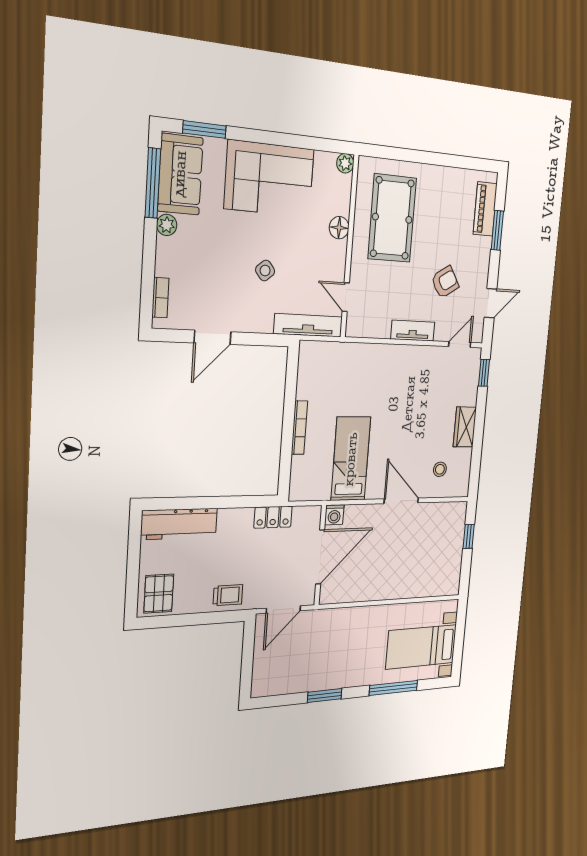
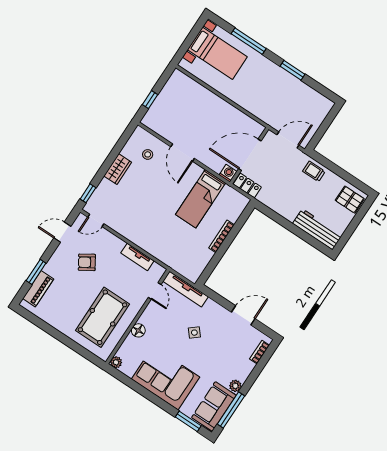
tv unit: (413, 331) -> (137, 257), moved
locker: (273, 517) -> (247, 186), moved
pallet: (159, 594) -> (350, 200), turned 90

